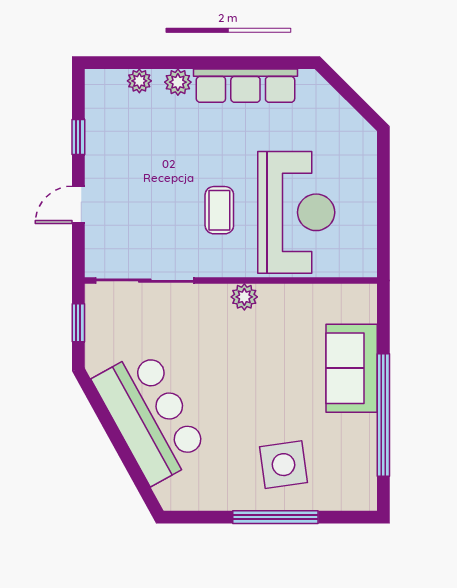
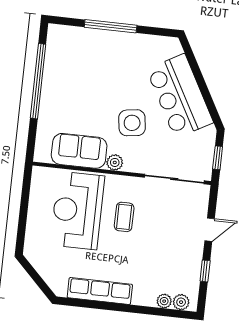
plant: (178, 82) -> (181, 302), moved
sofa: (352, 368) -> (79, 151), moved, turned -90
side table: (283, 465) -> (132, 123), moved

